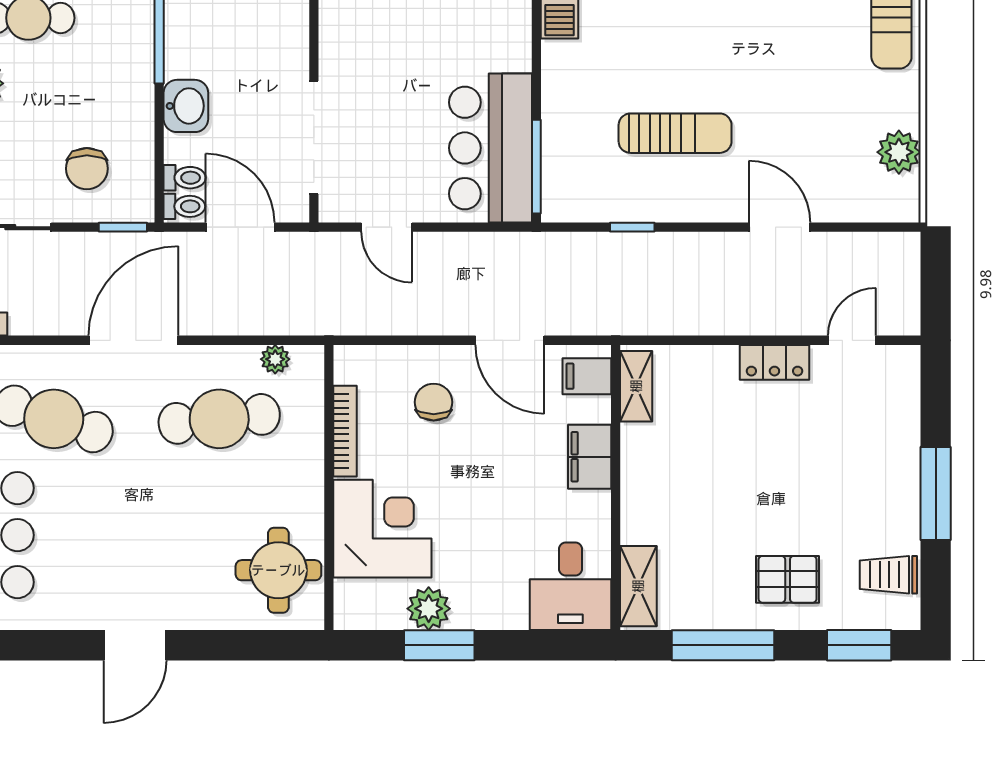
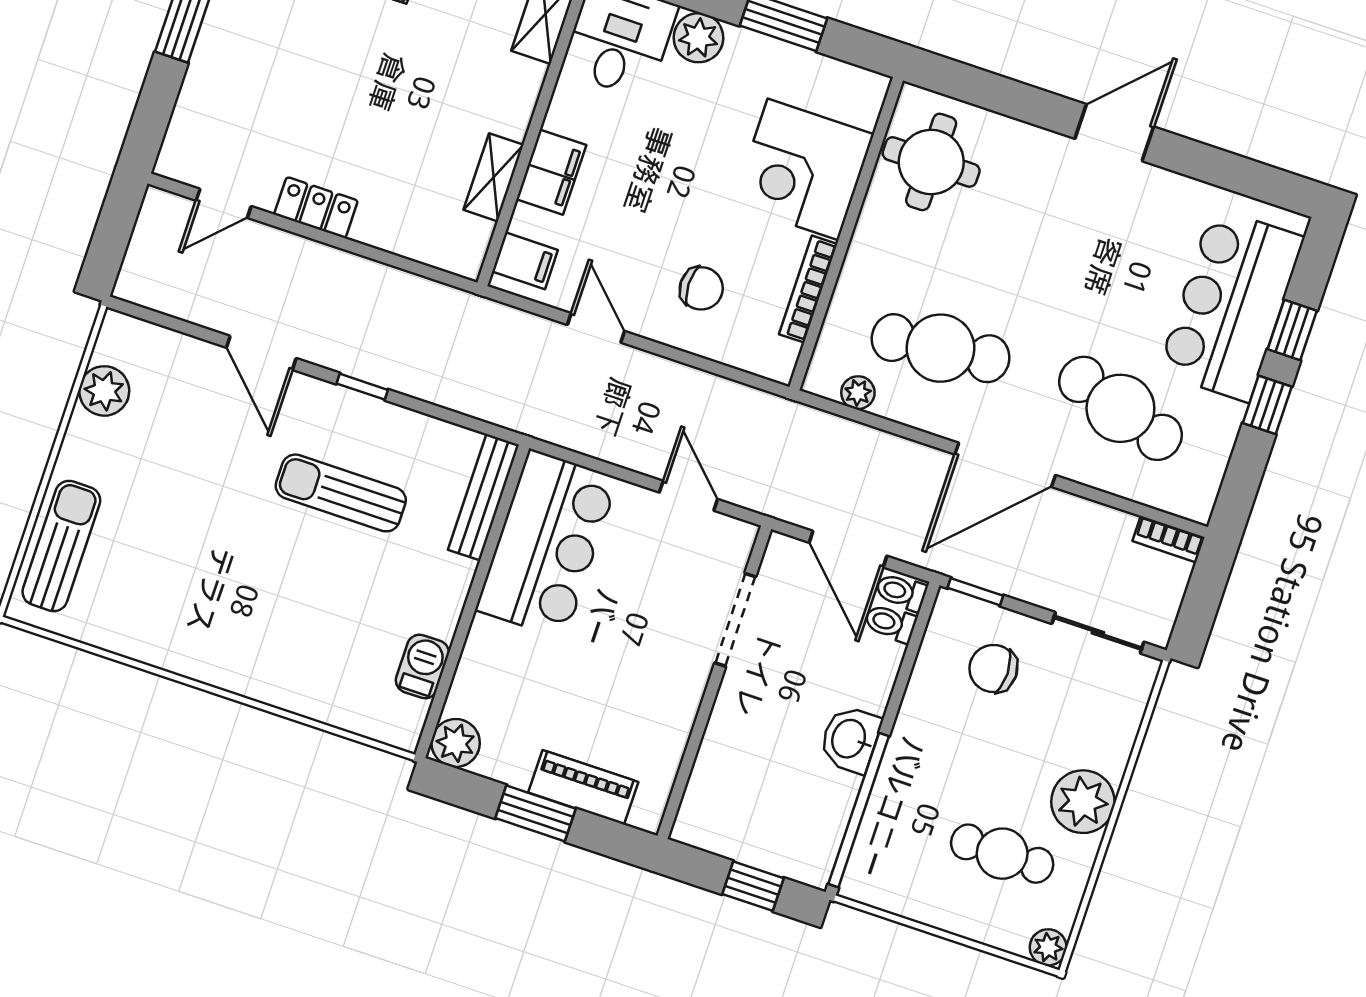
washbasin: (186, 106) -> (850, 739), moved
doorway: (314, 138) -> (735, 620), width x0.73
window: (536, 167) -> (504, 507), removed
chair: (87, 169) -> (993, 668), turned -90
bench: (556, 169) -> (483, 497), added
window: (632, 227) -> (362, 387), moved
door: (510, 340) -> (596, 328), width x0.73
shelving: (636, 386) -> (493, 177), moved
chair: (434, 402) -> (701, 288), turned -90
plant: (429, 609) -> (698, 38), moved

